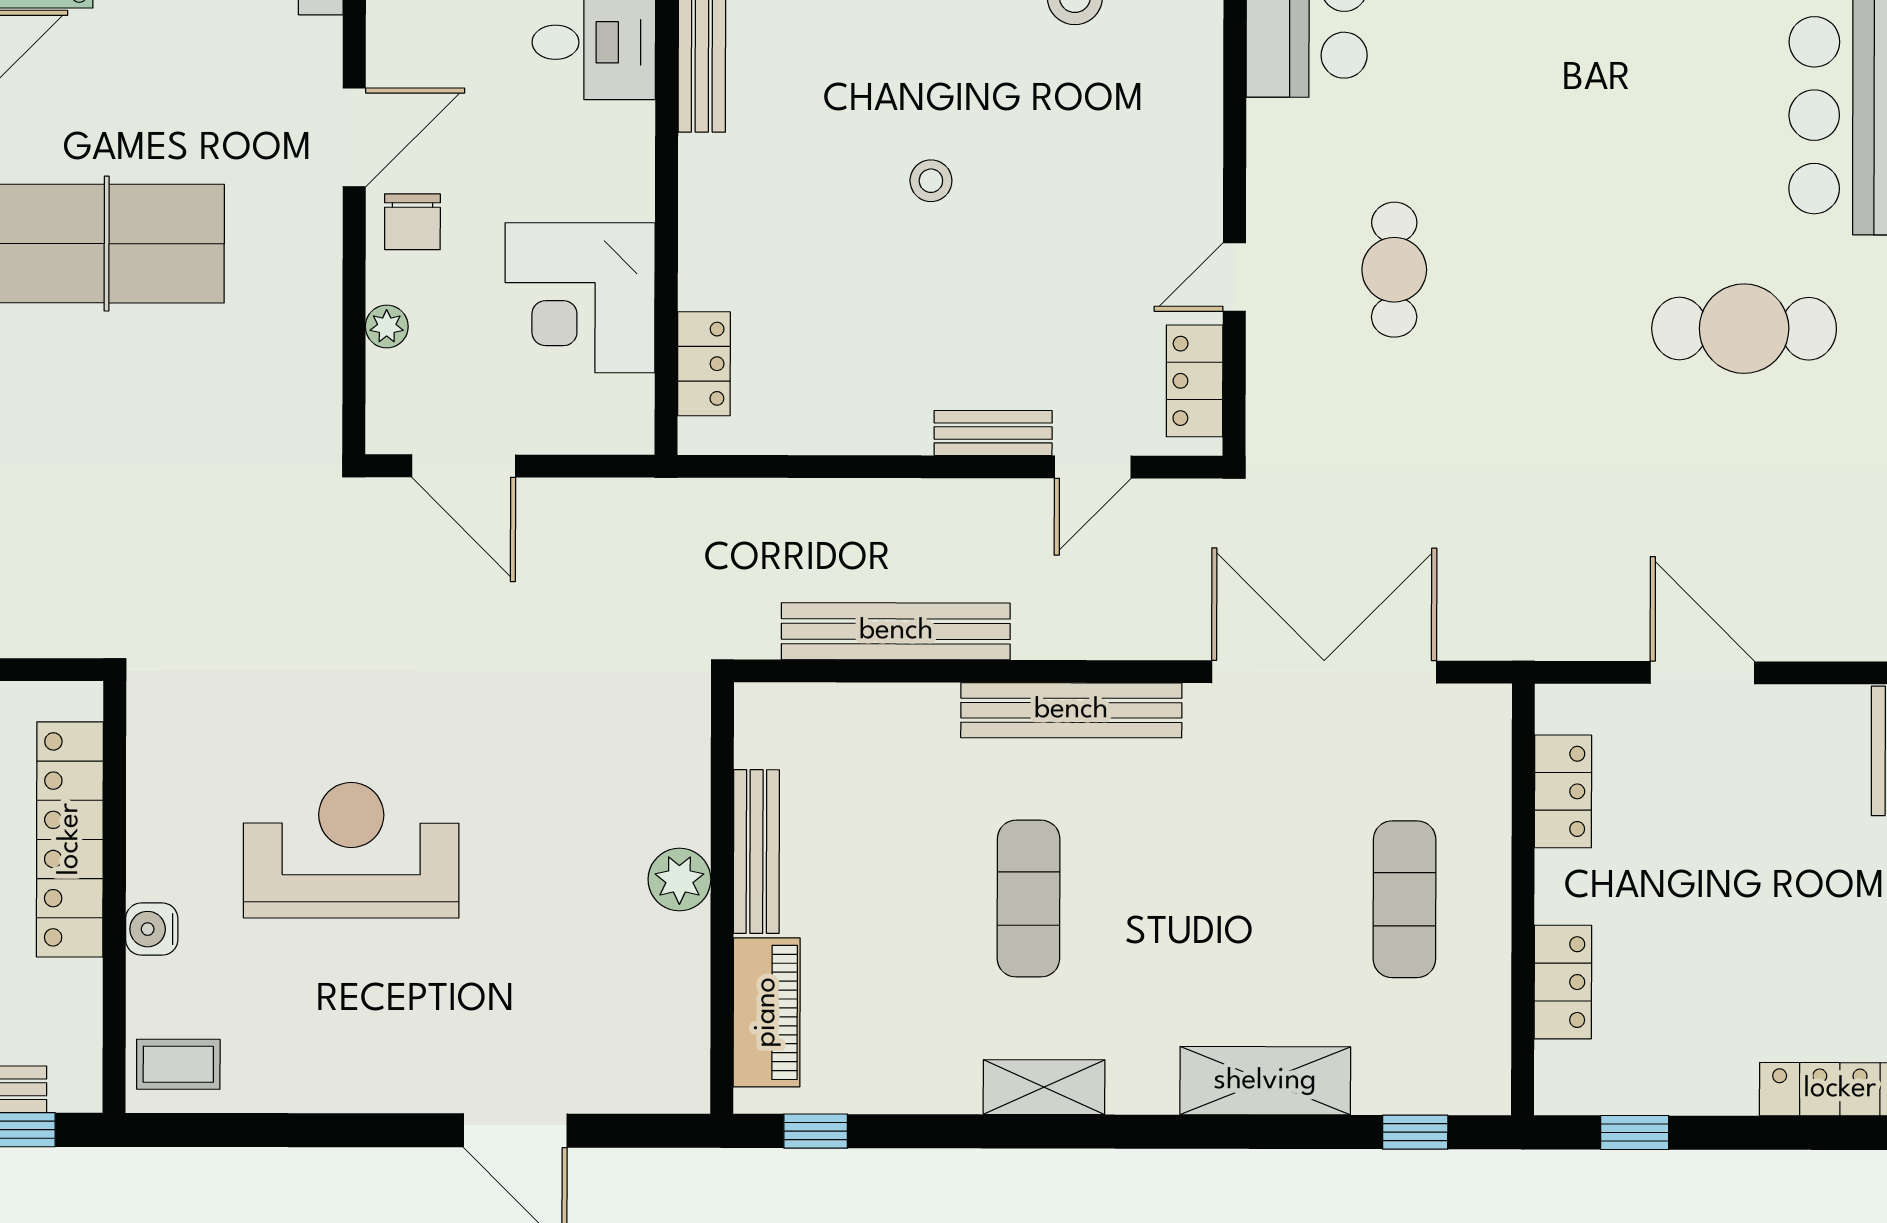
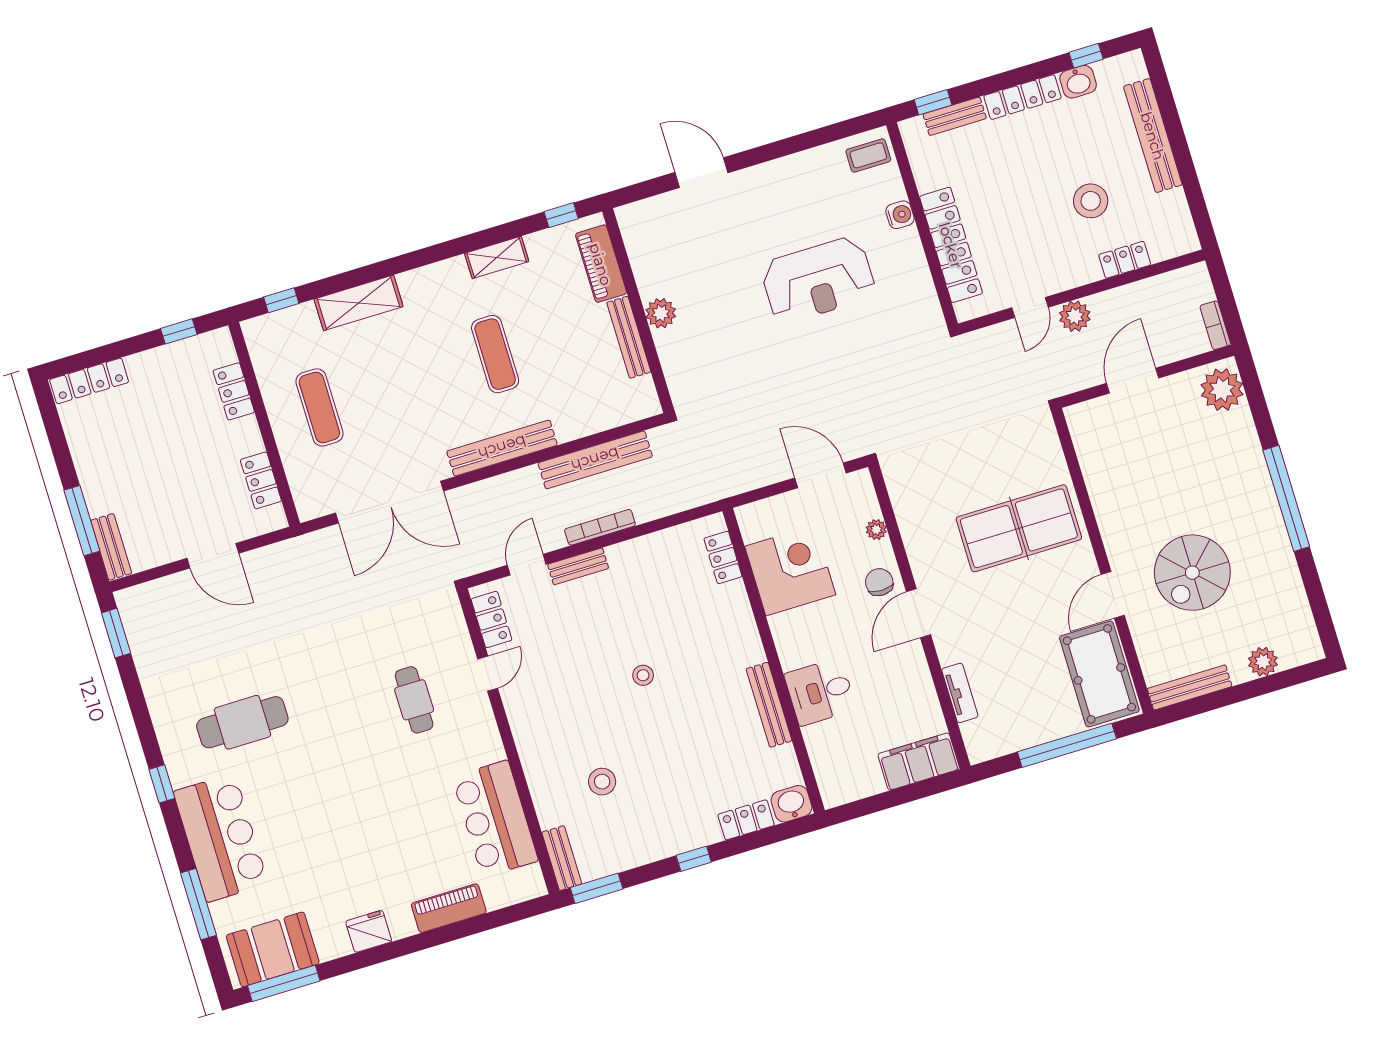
bookcase: (927, 496) -> (600, 527), added
shelving: (1044, 1087) -> (497, 257), moved

